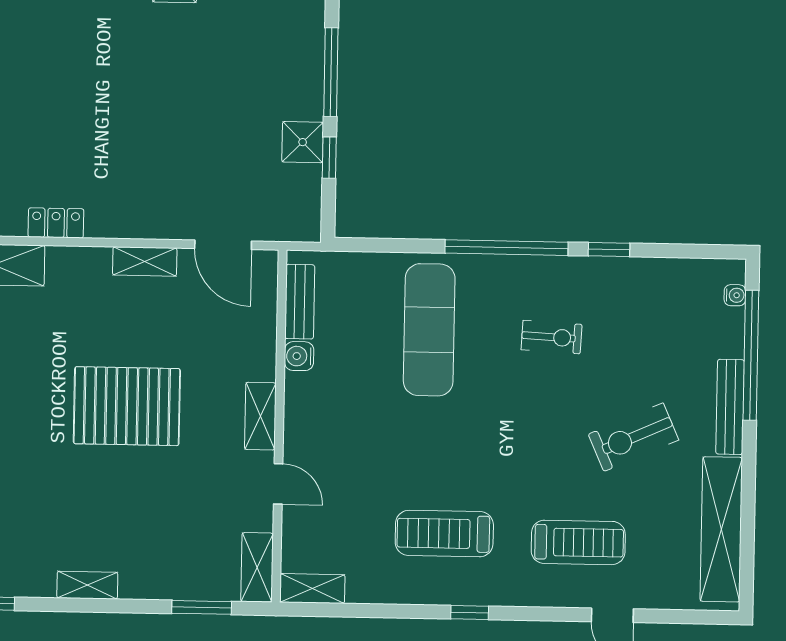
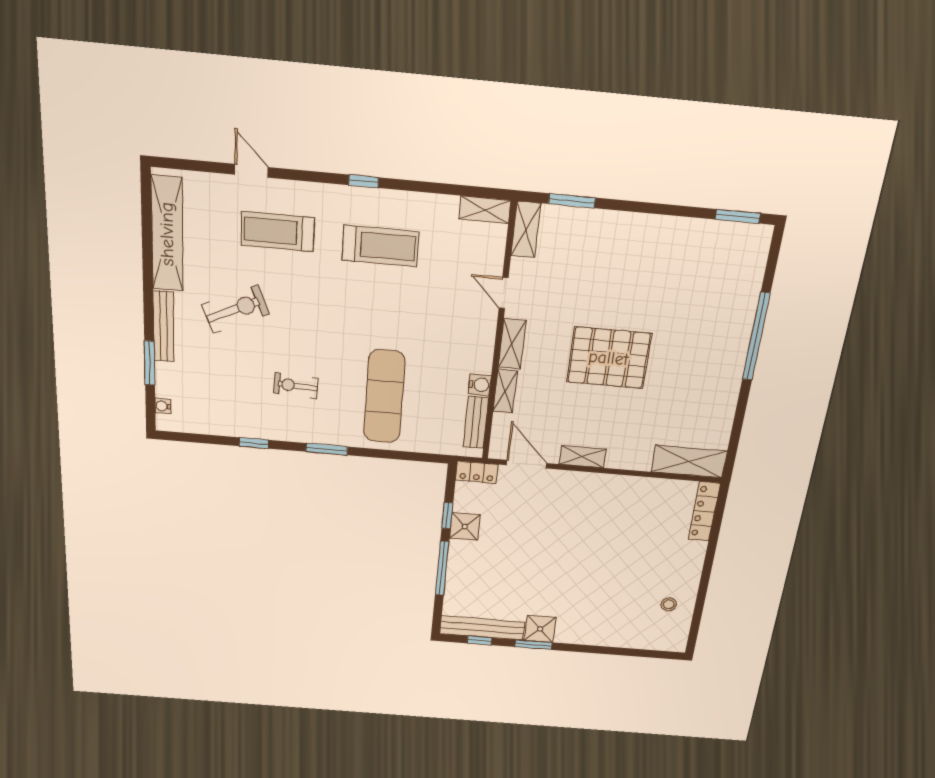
locker: (56, 223) -> (477, 472), moved
window: (507, 248) -> (327, 449), width x0.47
window: (751, 355) -> (150, 363), width x0.47
shelving: (87, 585) -> (505, 391), moved, turned 90

